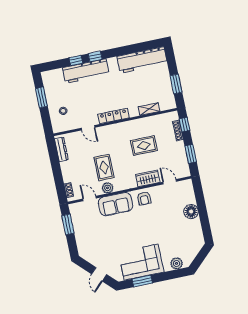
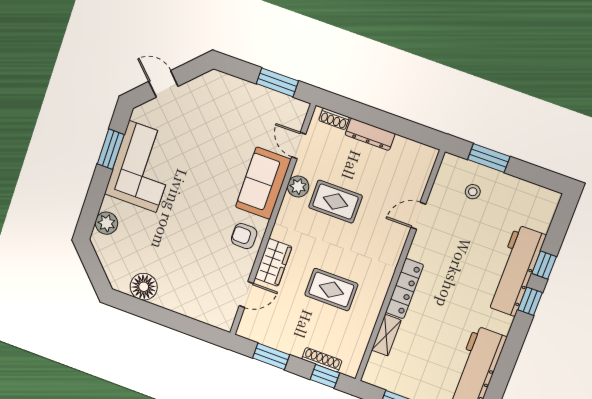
window: (41, 97) -> (489, 158), moved
locker: (113, 116) -> (404, 289), moved
rug: (144, 146) -> (331, 290), turned 90
dresser: (61, 149) -> (370, 134), moved
door: (90, 198) -> (299, 146), swing flipped
floor lamp: (191, 212) -> (144, 287), moved

